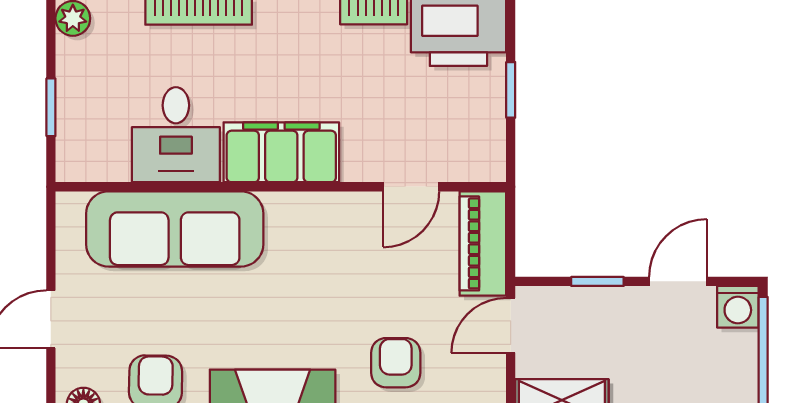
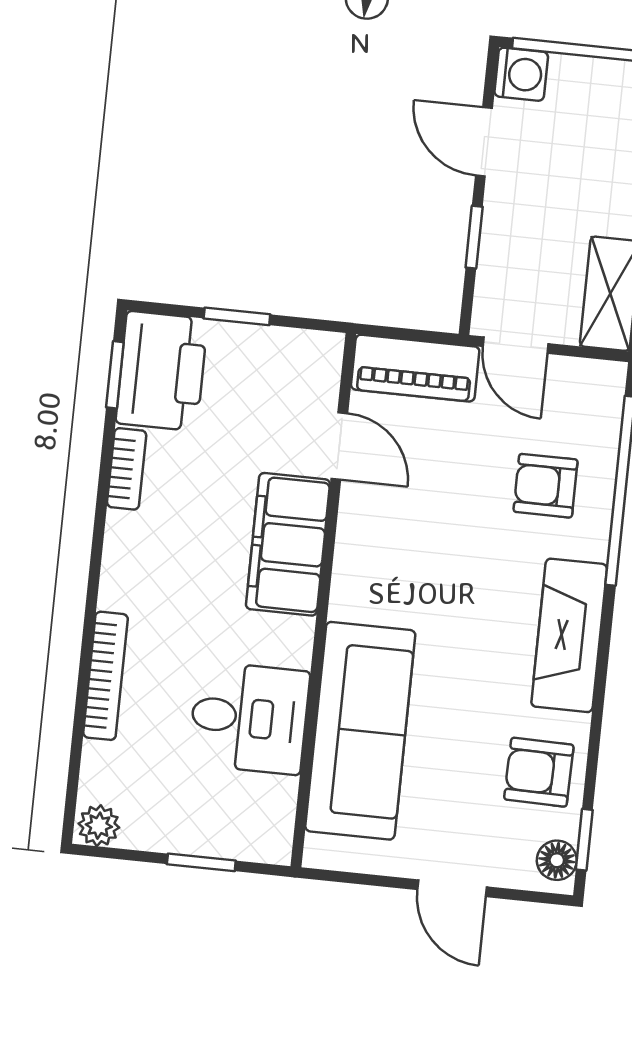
filing cabinet: (281, 152) -> (288, 544), moved

